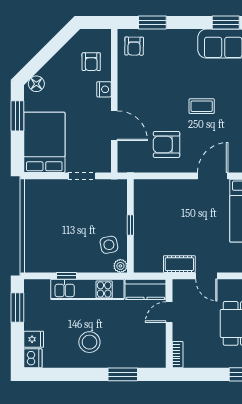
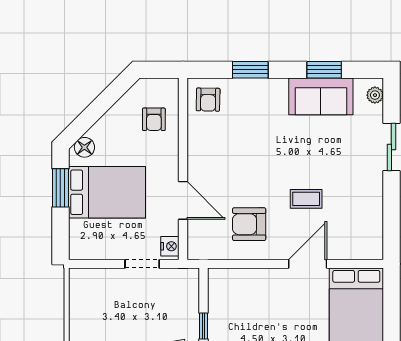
window: (152, 22) -> (250, 70), moved
nightstand: (104, 89) -> (170, 246), moved
coffee table: (202, 106) -> (306, 199), moved
bed: (44, 142) -> (107, 192), moved, turned 90

